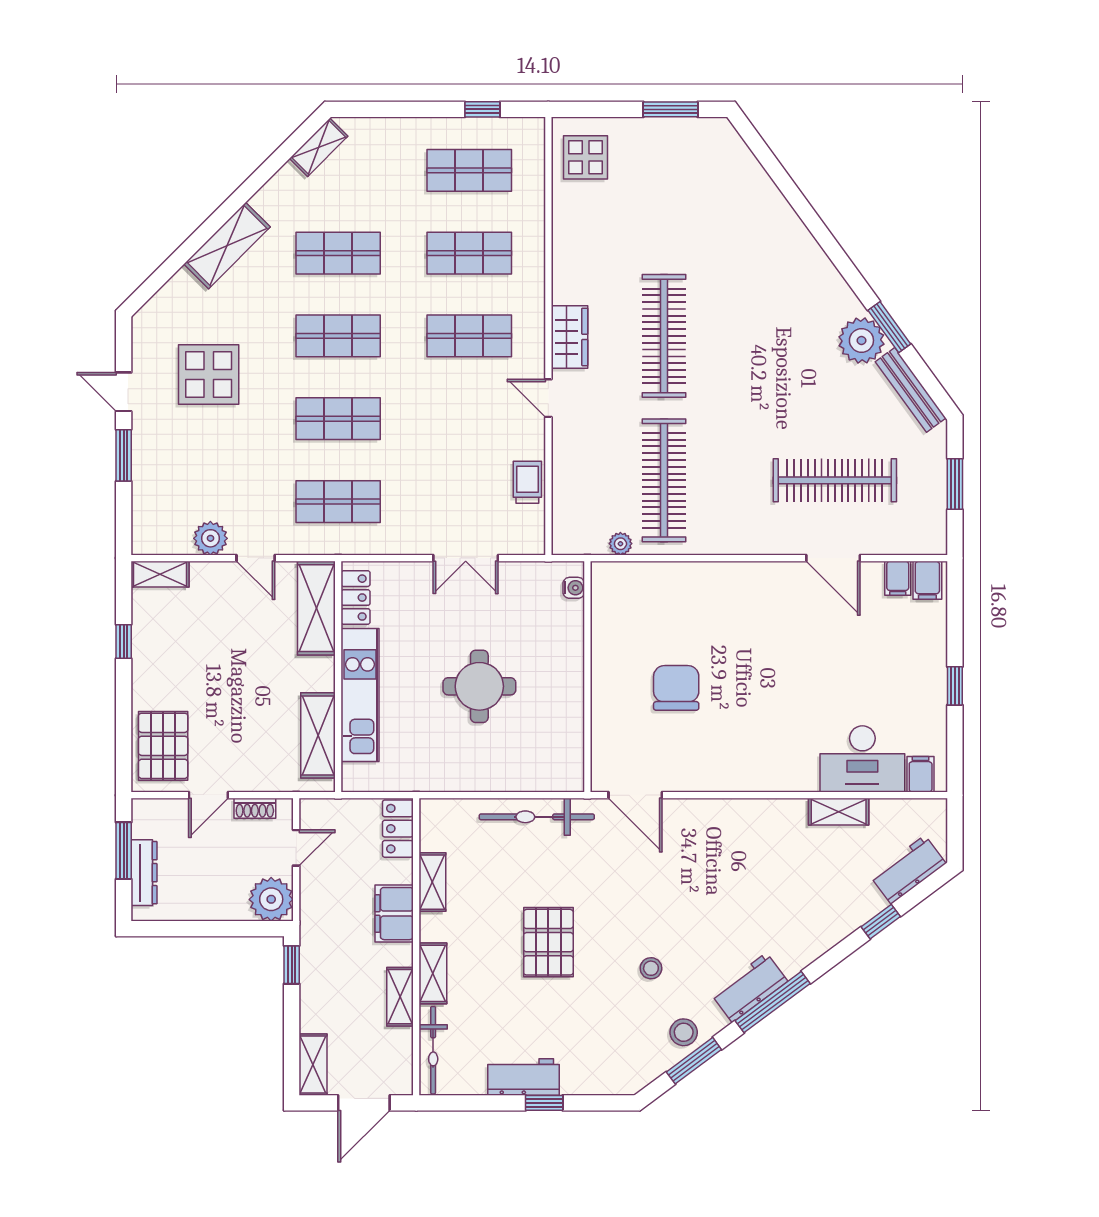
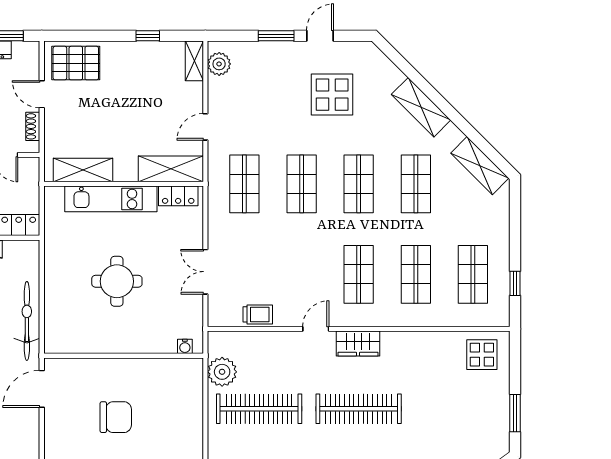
shelving: (319, 147) -> (480, 166), width x1.50, depth x1.33
plant: (210, 538) -> (219, 64), moved
plant: (620, 544) -> (222, 372), width x1.87, depth x1.87

